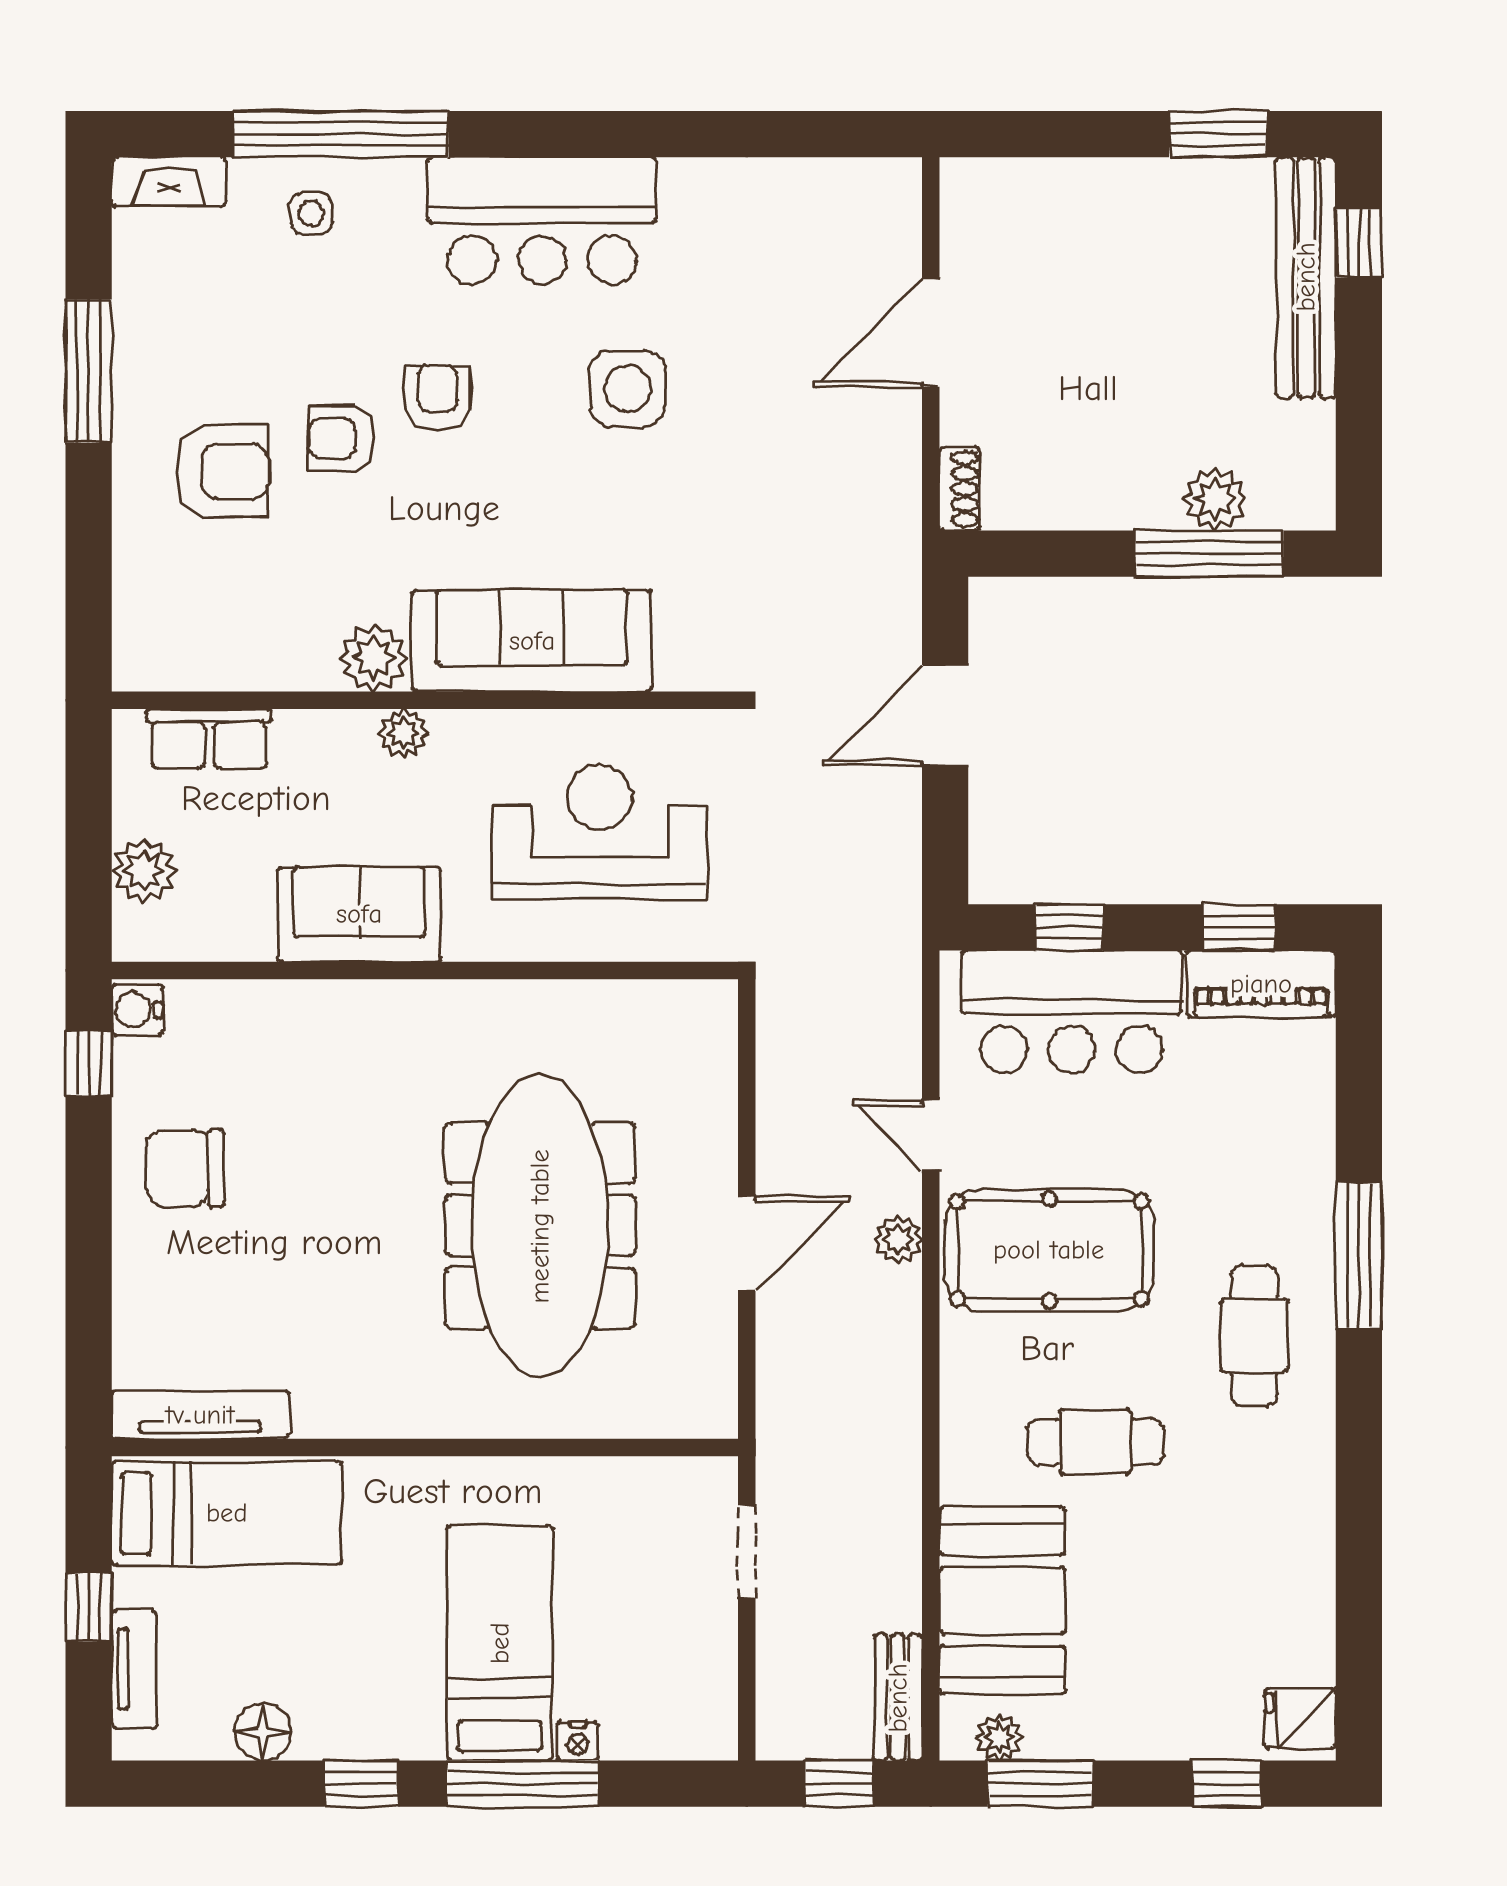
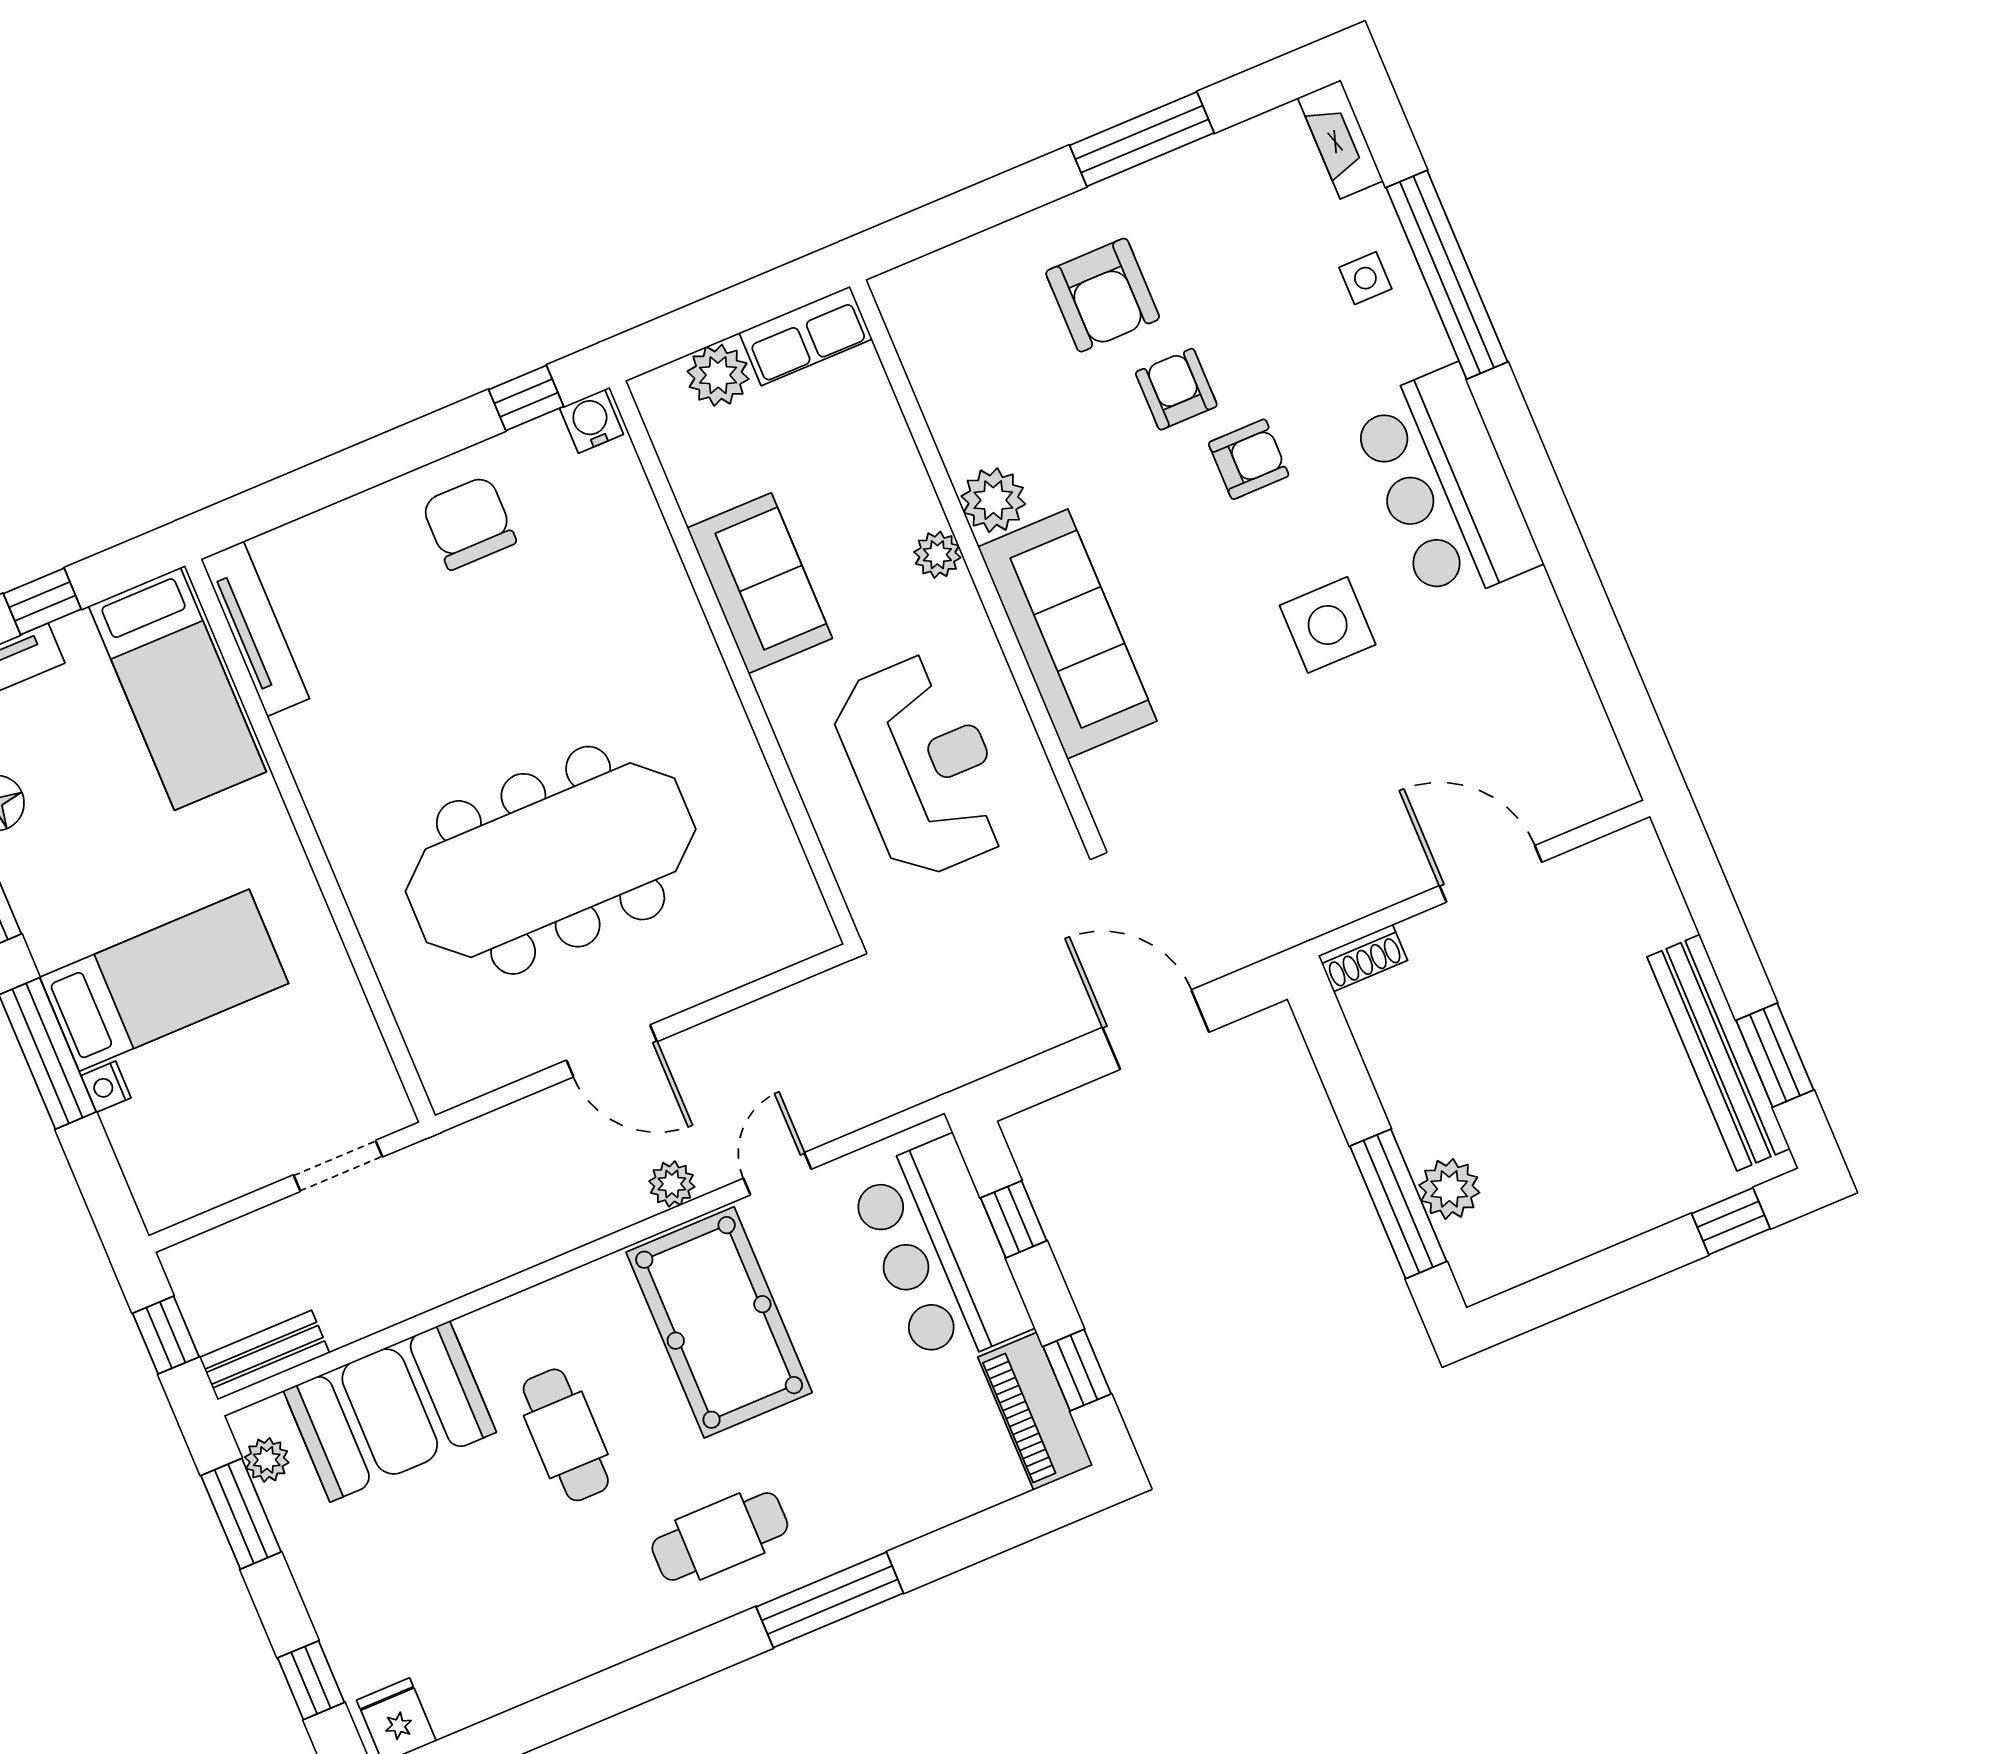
bench: (1306, 277) -> (1719, 1053), moved, turned 90
row of seats: (209, 739) -> (806, 336), moved, turned -90

